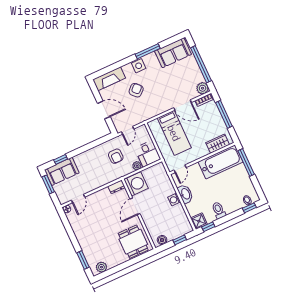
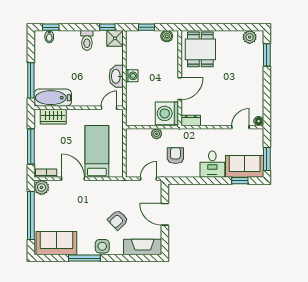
desk: (148, 154) -> (212, 164), moved, turned 180
bathtub: (220, 162) -> (53, 98), width x0.73, depth x0.73

